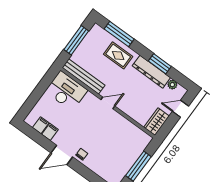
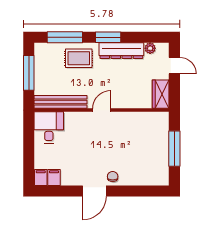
window: (160, 64) -> (108, 37), moved
desk: (66, 91) -> (49, 127), width x0.73
door: (180, 109) -> (174, 66), swing flipped
filing cabinet: (50, 132) -> (41, 177), moved

